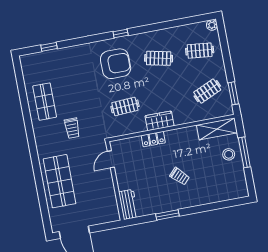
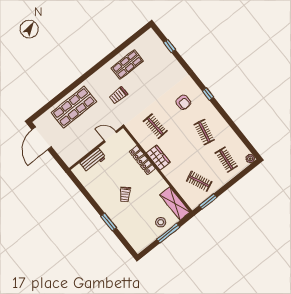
armchair: (116, 64) -> (183, 102), width x0.53, depth x0.53
locker: (153, 139) -> (142, 160), width x1.53
workbench: (128, 204) -> (93, 160), moved
window: (167, 215) -> (109, 222), moved

